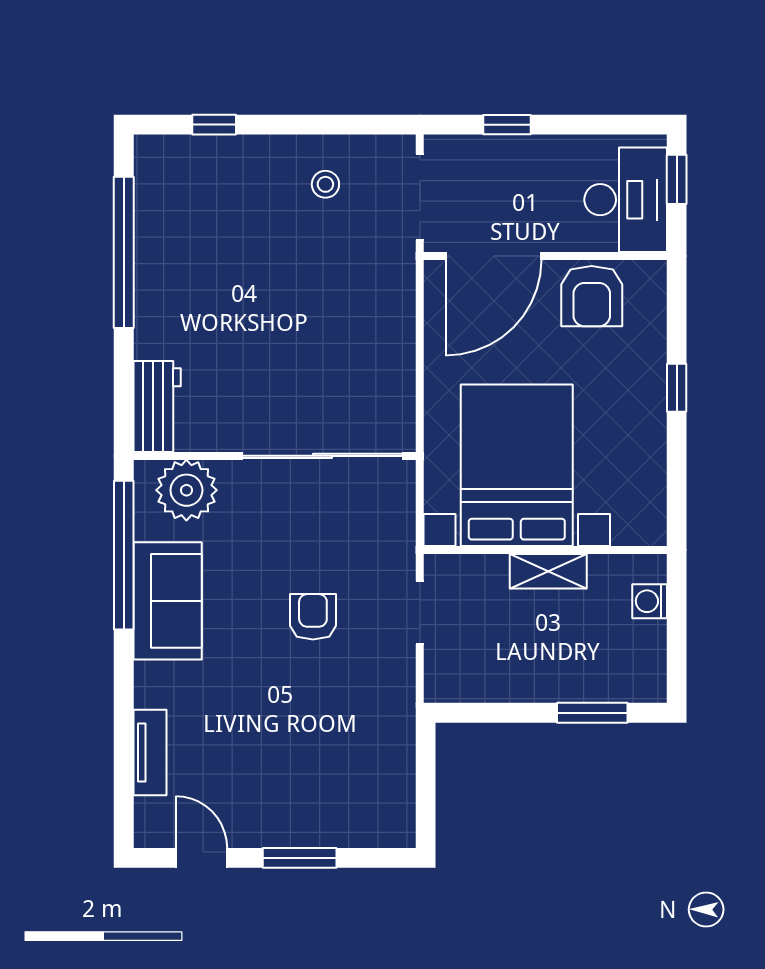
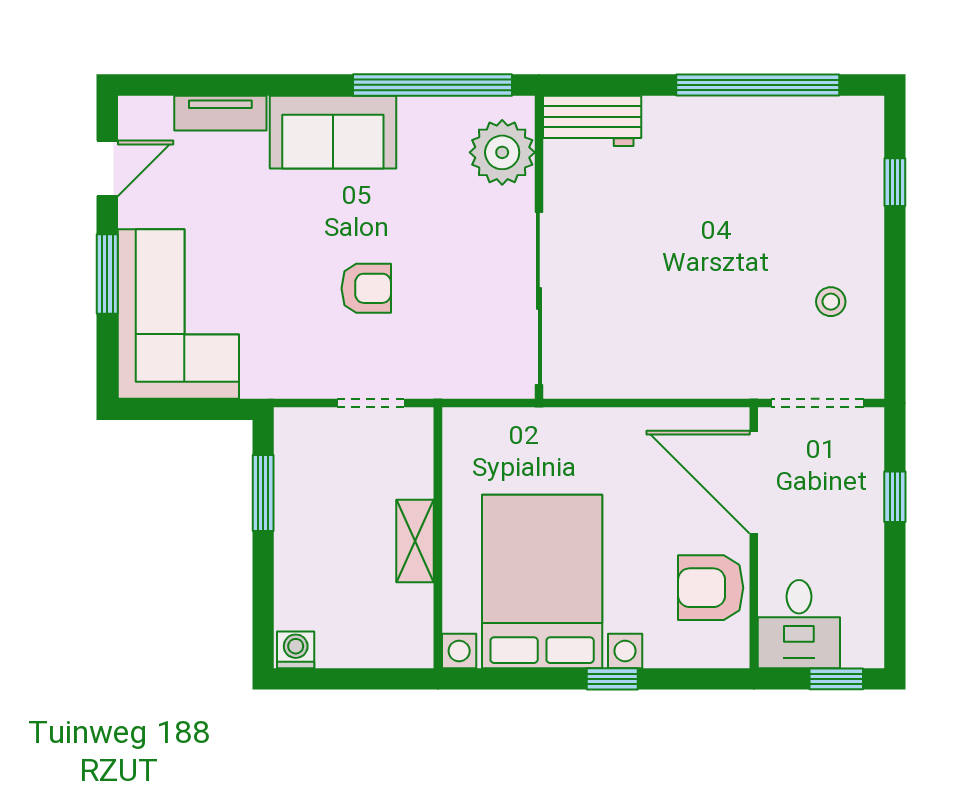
desk: (626, 200) -> (799, 624), width x0.73
bed with nightstands: (517, 465) -> (542, 581), moved, turned -90
sofa: (168, 601) -> (333, 132), moved
washing machine: (650, 601) -> (296, 650), moved
window: (592, 713) -> (263, 493), moved
corner sofa: (337, 792) -> (178, 314), added

